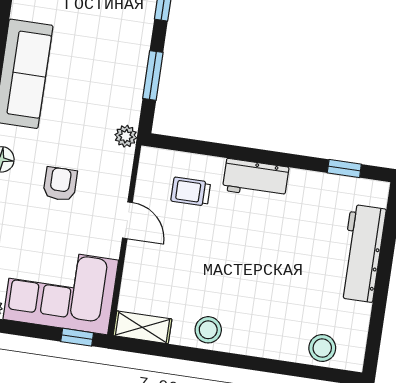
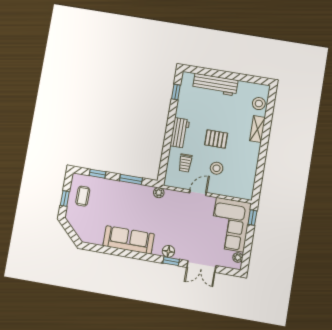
armchair: (60, 184) -> (180, 224), removed
pallet: (244, 257) -> (216, 139), added
shelving: (142, 327) -> (257, 129), moved
stool: (208, 330) -> (217, 168), moved

